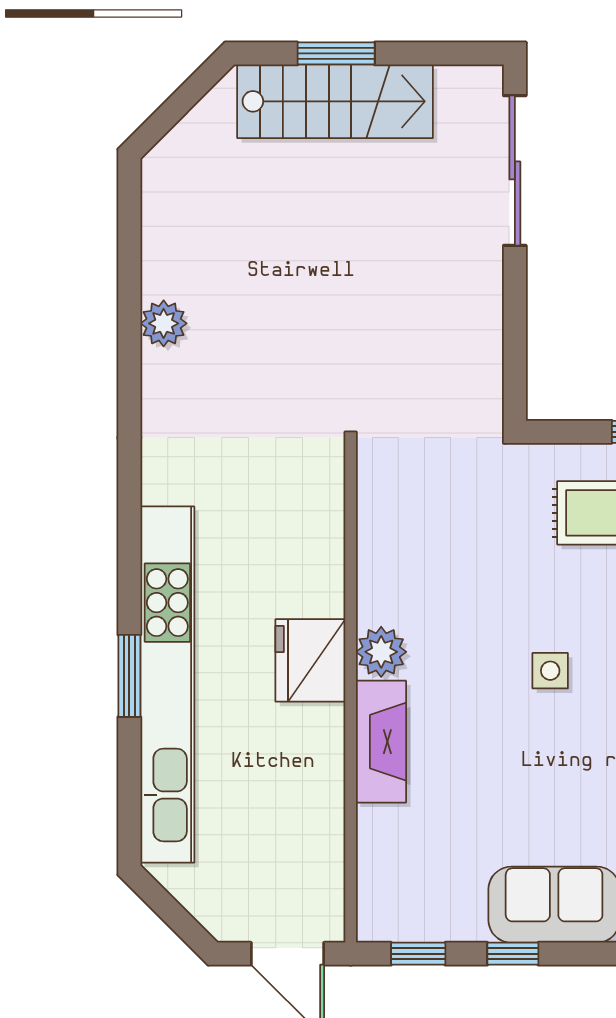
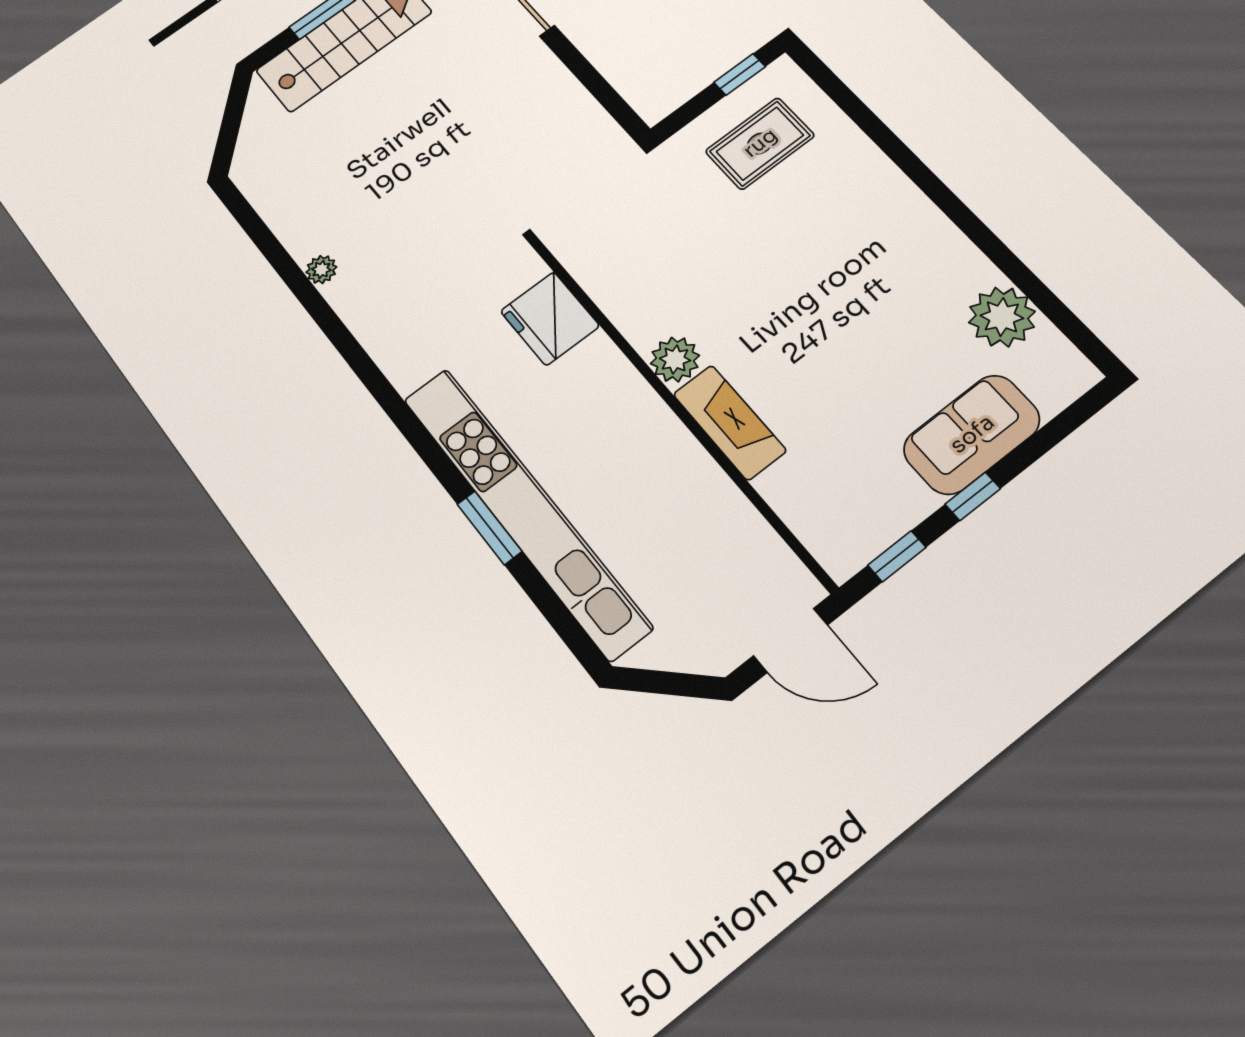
plant: (164, 323) -> (321, 270), width x0.73, depth x0.73
fridge: (310, 660) -> (550, 319), moved
side table: (550, 671) -> (816, 274), removed

